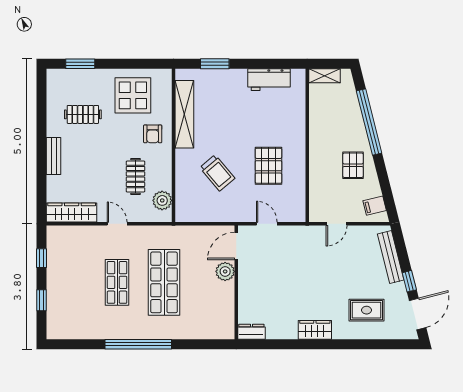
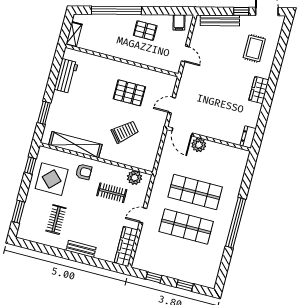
window: (143, 64) -> (30, 165), added
shop shelf: (117, 282) -> (186, 227), width x1.43, depth x1.36

